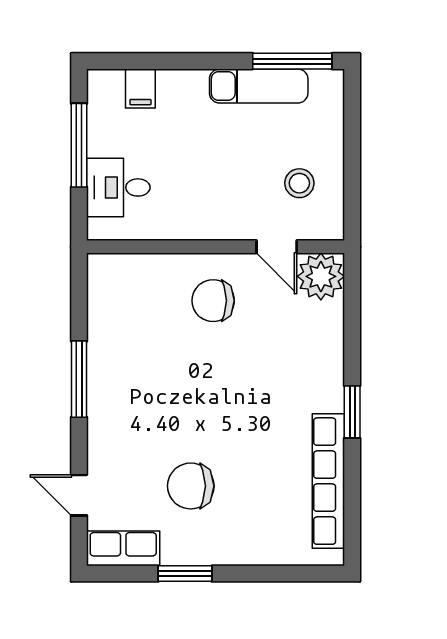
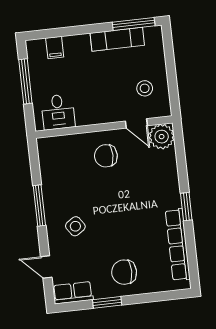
desk: (118, 187) -> (58, 112), moved, turned -90
side table: (142, 425) -> (75, 226), added
chair: (191, 486) -> (124, 272), moved

